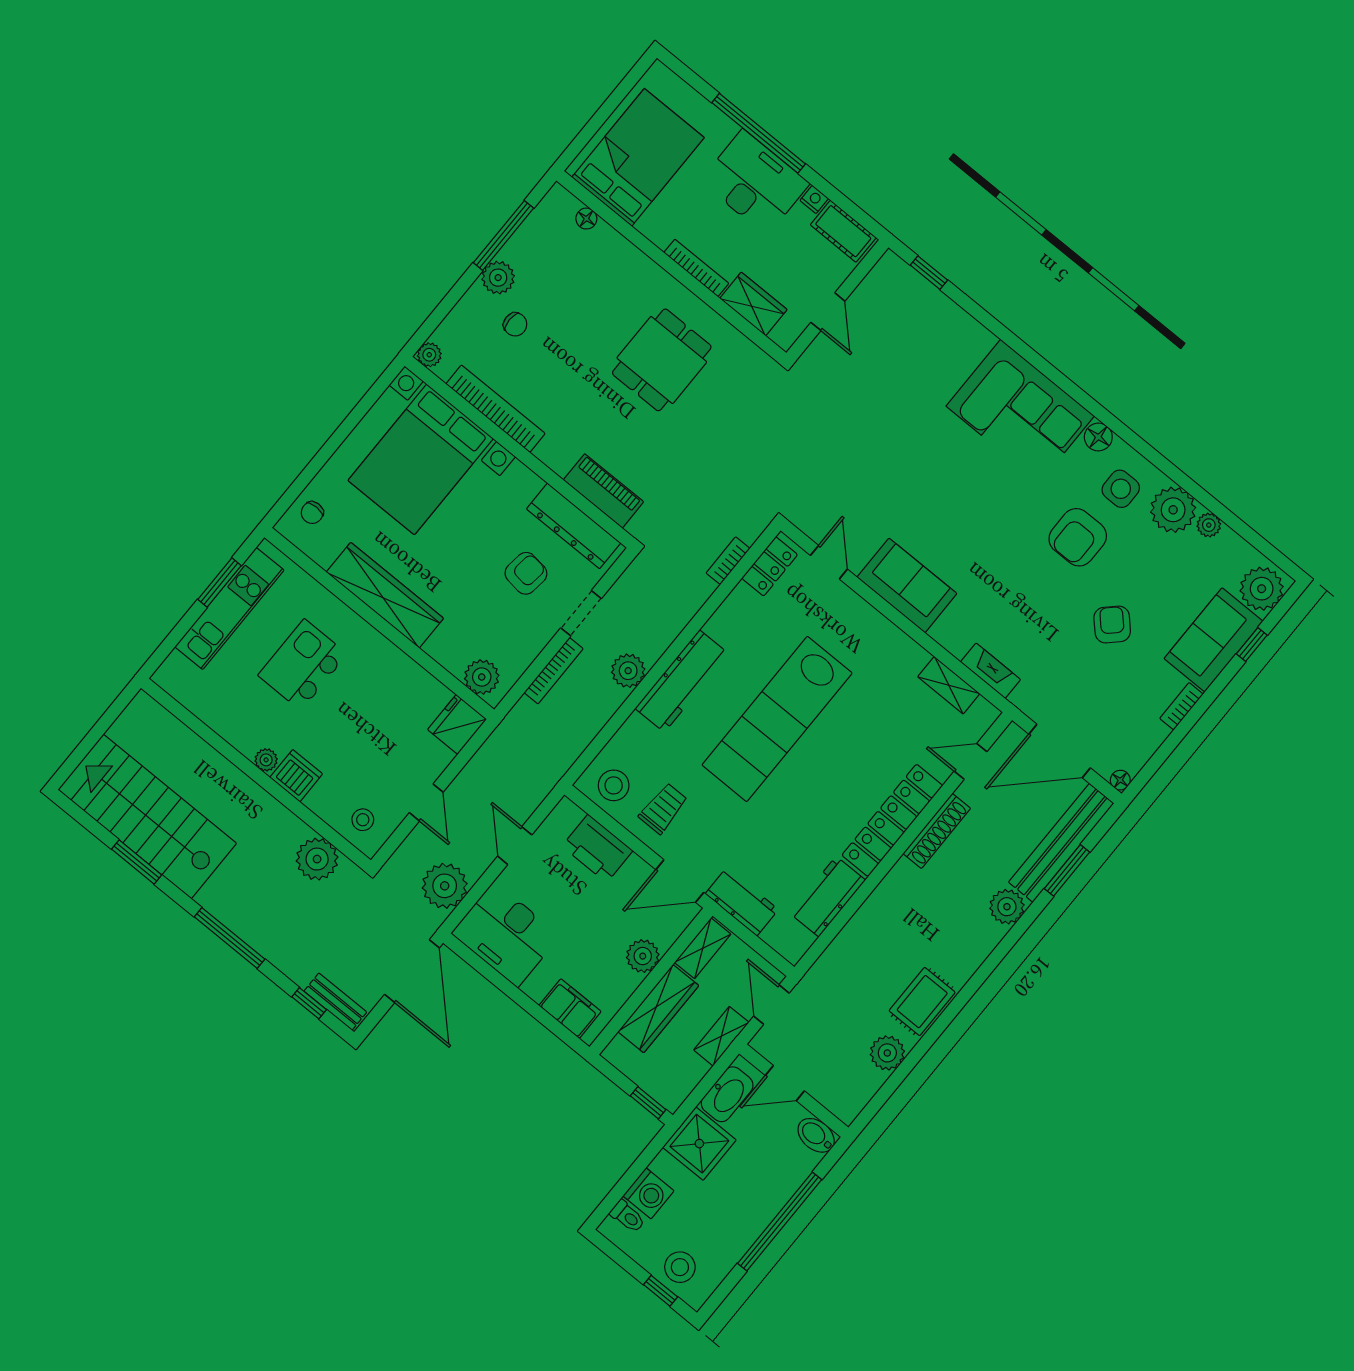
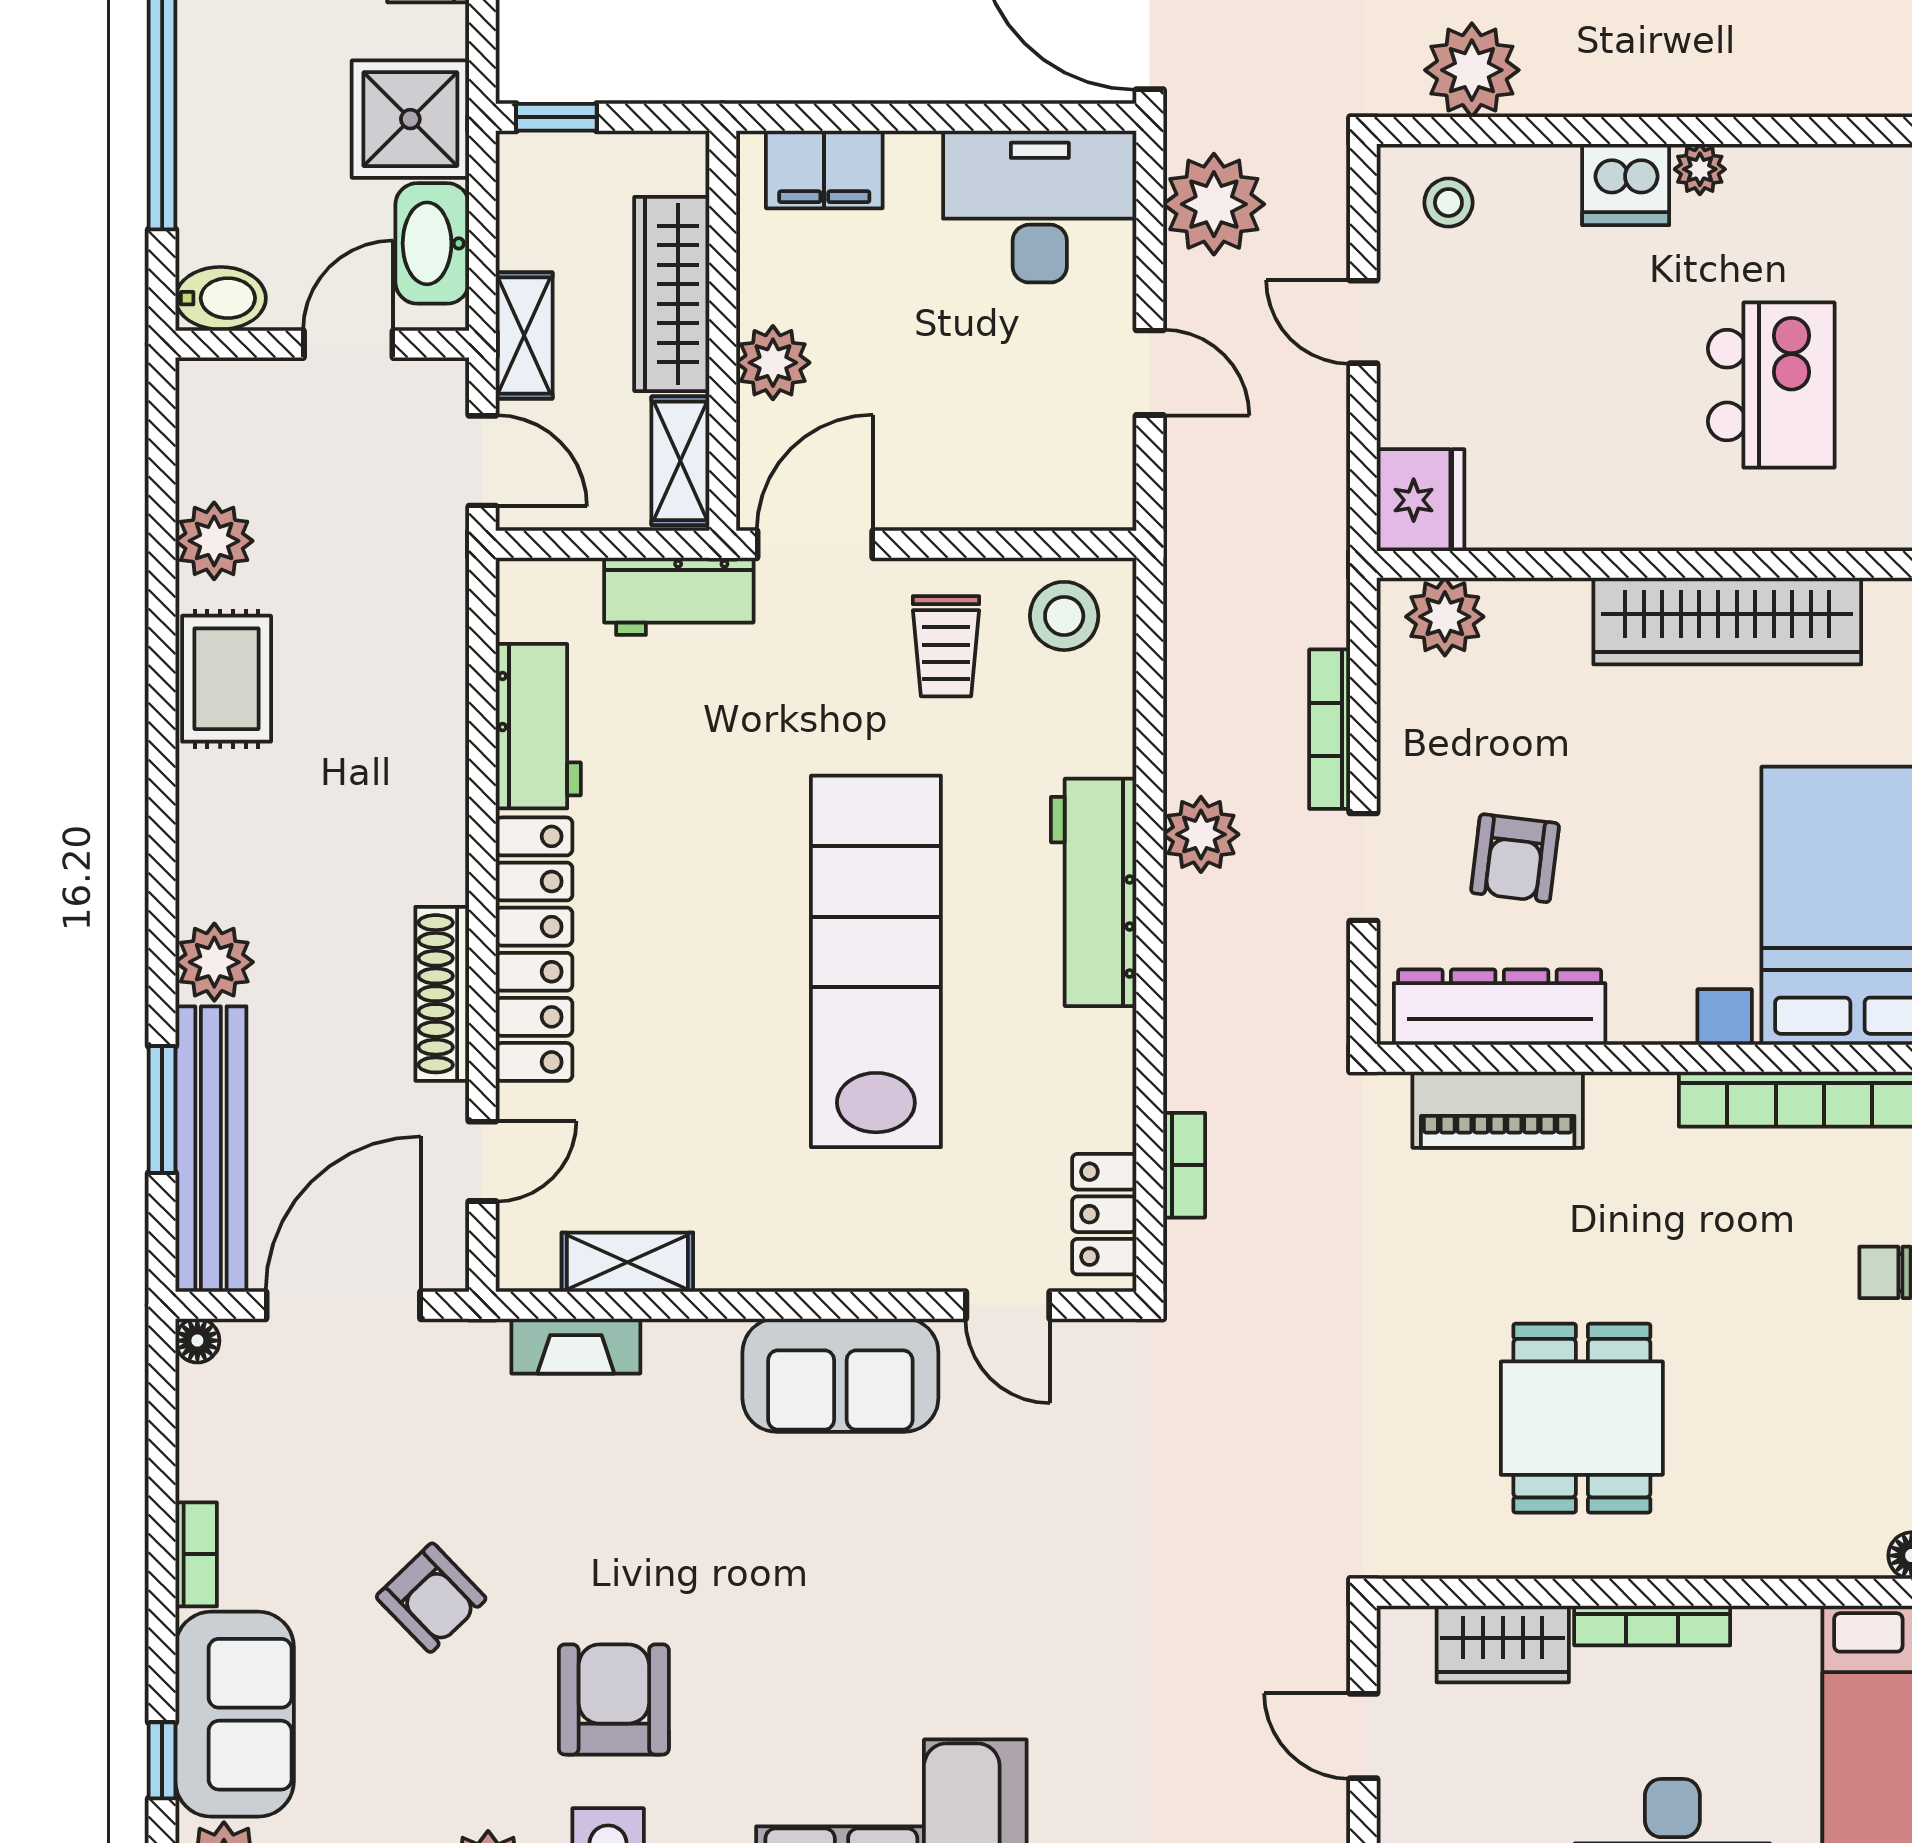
printer: (597, 848) -> (1003, 484), removed

